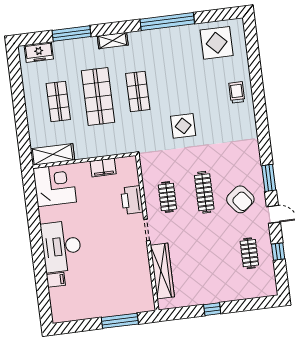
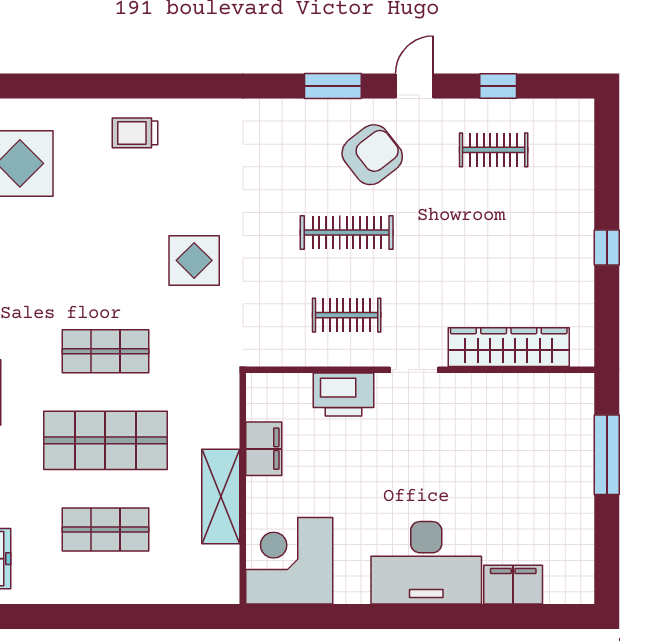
shelving: (53, 154) -> (221, 497), moved
filing cabinet: (56, 280) -> (513, 585), width x2.00

